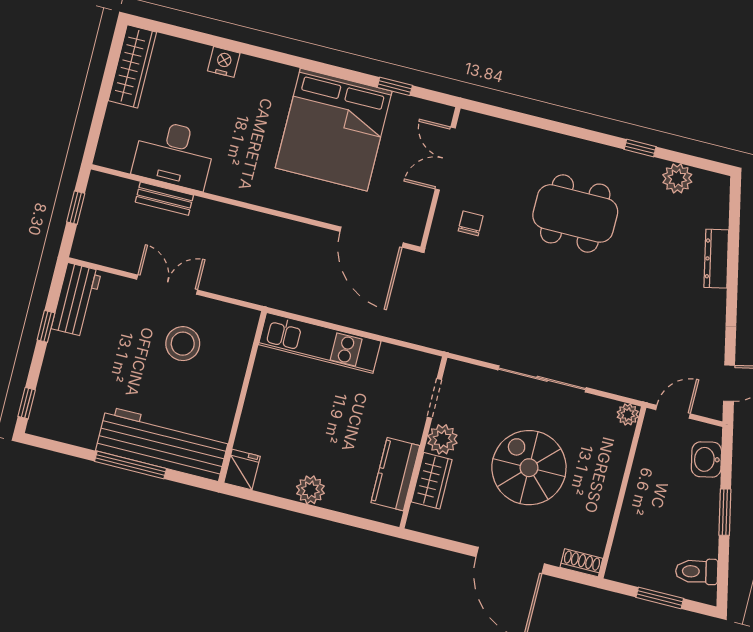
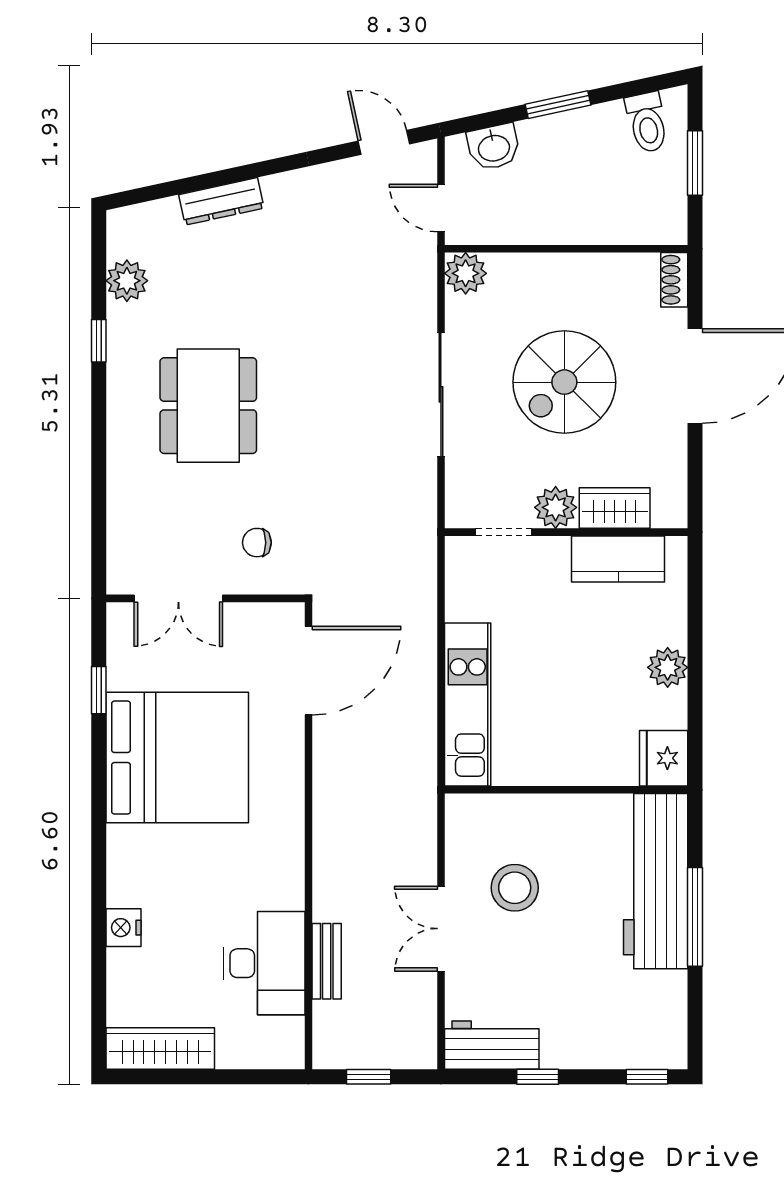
plant: (628, 414) -> (466, 273), width x1.38, depth x1.38
fridge: (242, 470) -> (664, 758), width x1.38

